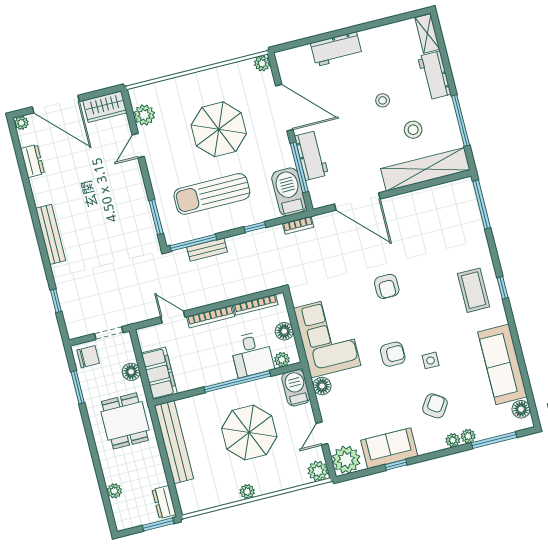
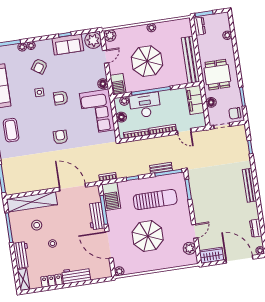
locker: (378, 36) -> (52, 281), added
desk: (252, 354) -> (145, 105), width x1.37

